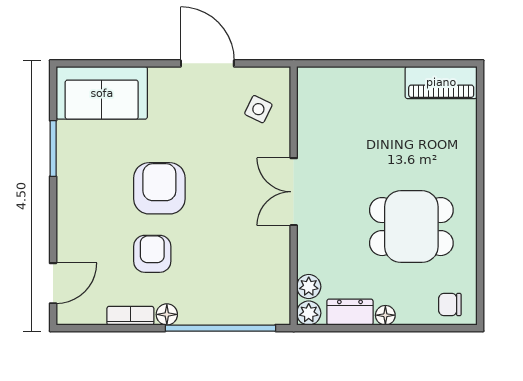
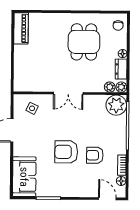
plant: (267, 302) -> (116, 105), added
floor lamp: (167, 314) -> (121, 181), moved

